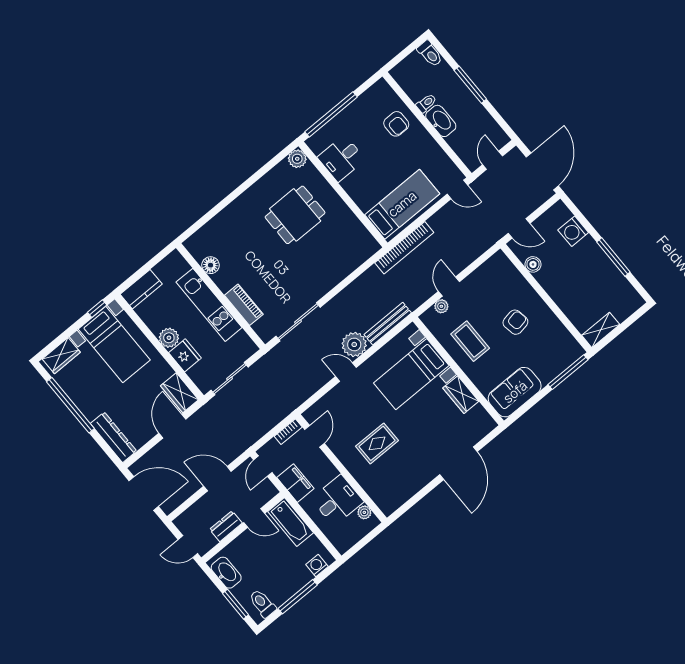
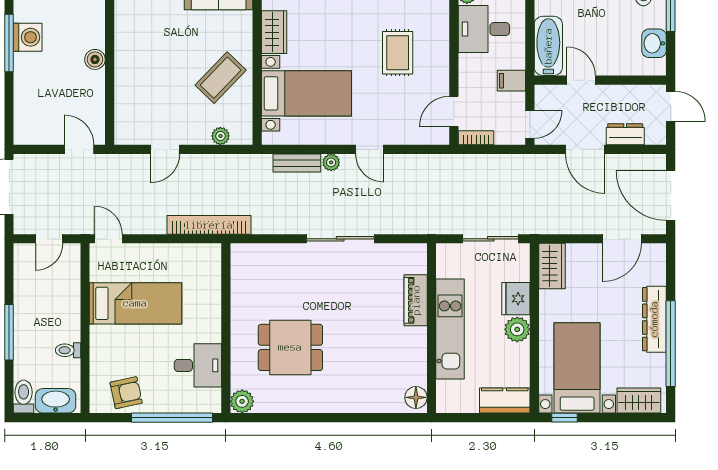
washbasin: (441, 121) -> (56, 401), moved, turned 90
armchair: (396, 124) -> (126, 393), moved, turned 78
bed: (402, 204) -> (135, 303), moved, turned 180
washing machine: (573, 231) -> (28, 37), moved
boiler: (533, 264) -> (95, 59), moved
floor lamp: (211, 265) -> (416, 397), moved
door: (449, 286) -> (165, 149), moved
sliding door: (298, 322) -> (340, 239), moved
armchair: (515, 322) -> (160, 59), removed
bench: (388, 324) -> (297, 163), width x0.73
coffee table: (470, 341) -> (221, 78), turned 44
plant: (354, 344) -> (331, 162), width x0.53, depth x0.53
door: (172, 426) -> (622, 239), moved
dresser: (113, 437) -> (654, 319), moved
rug: (377, 443) -> (398, 53), turned 90
filing cabinet: (295, 483) -> (511, 81), width x0.50
dresser: (226, 526) -> (625, 134), moved, turned 180
washbasin: (226, 573) -> (654, 43), width x0.72

